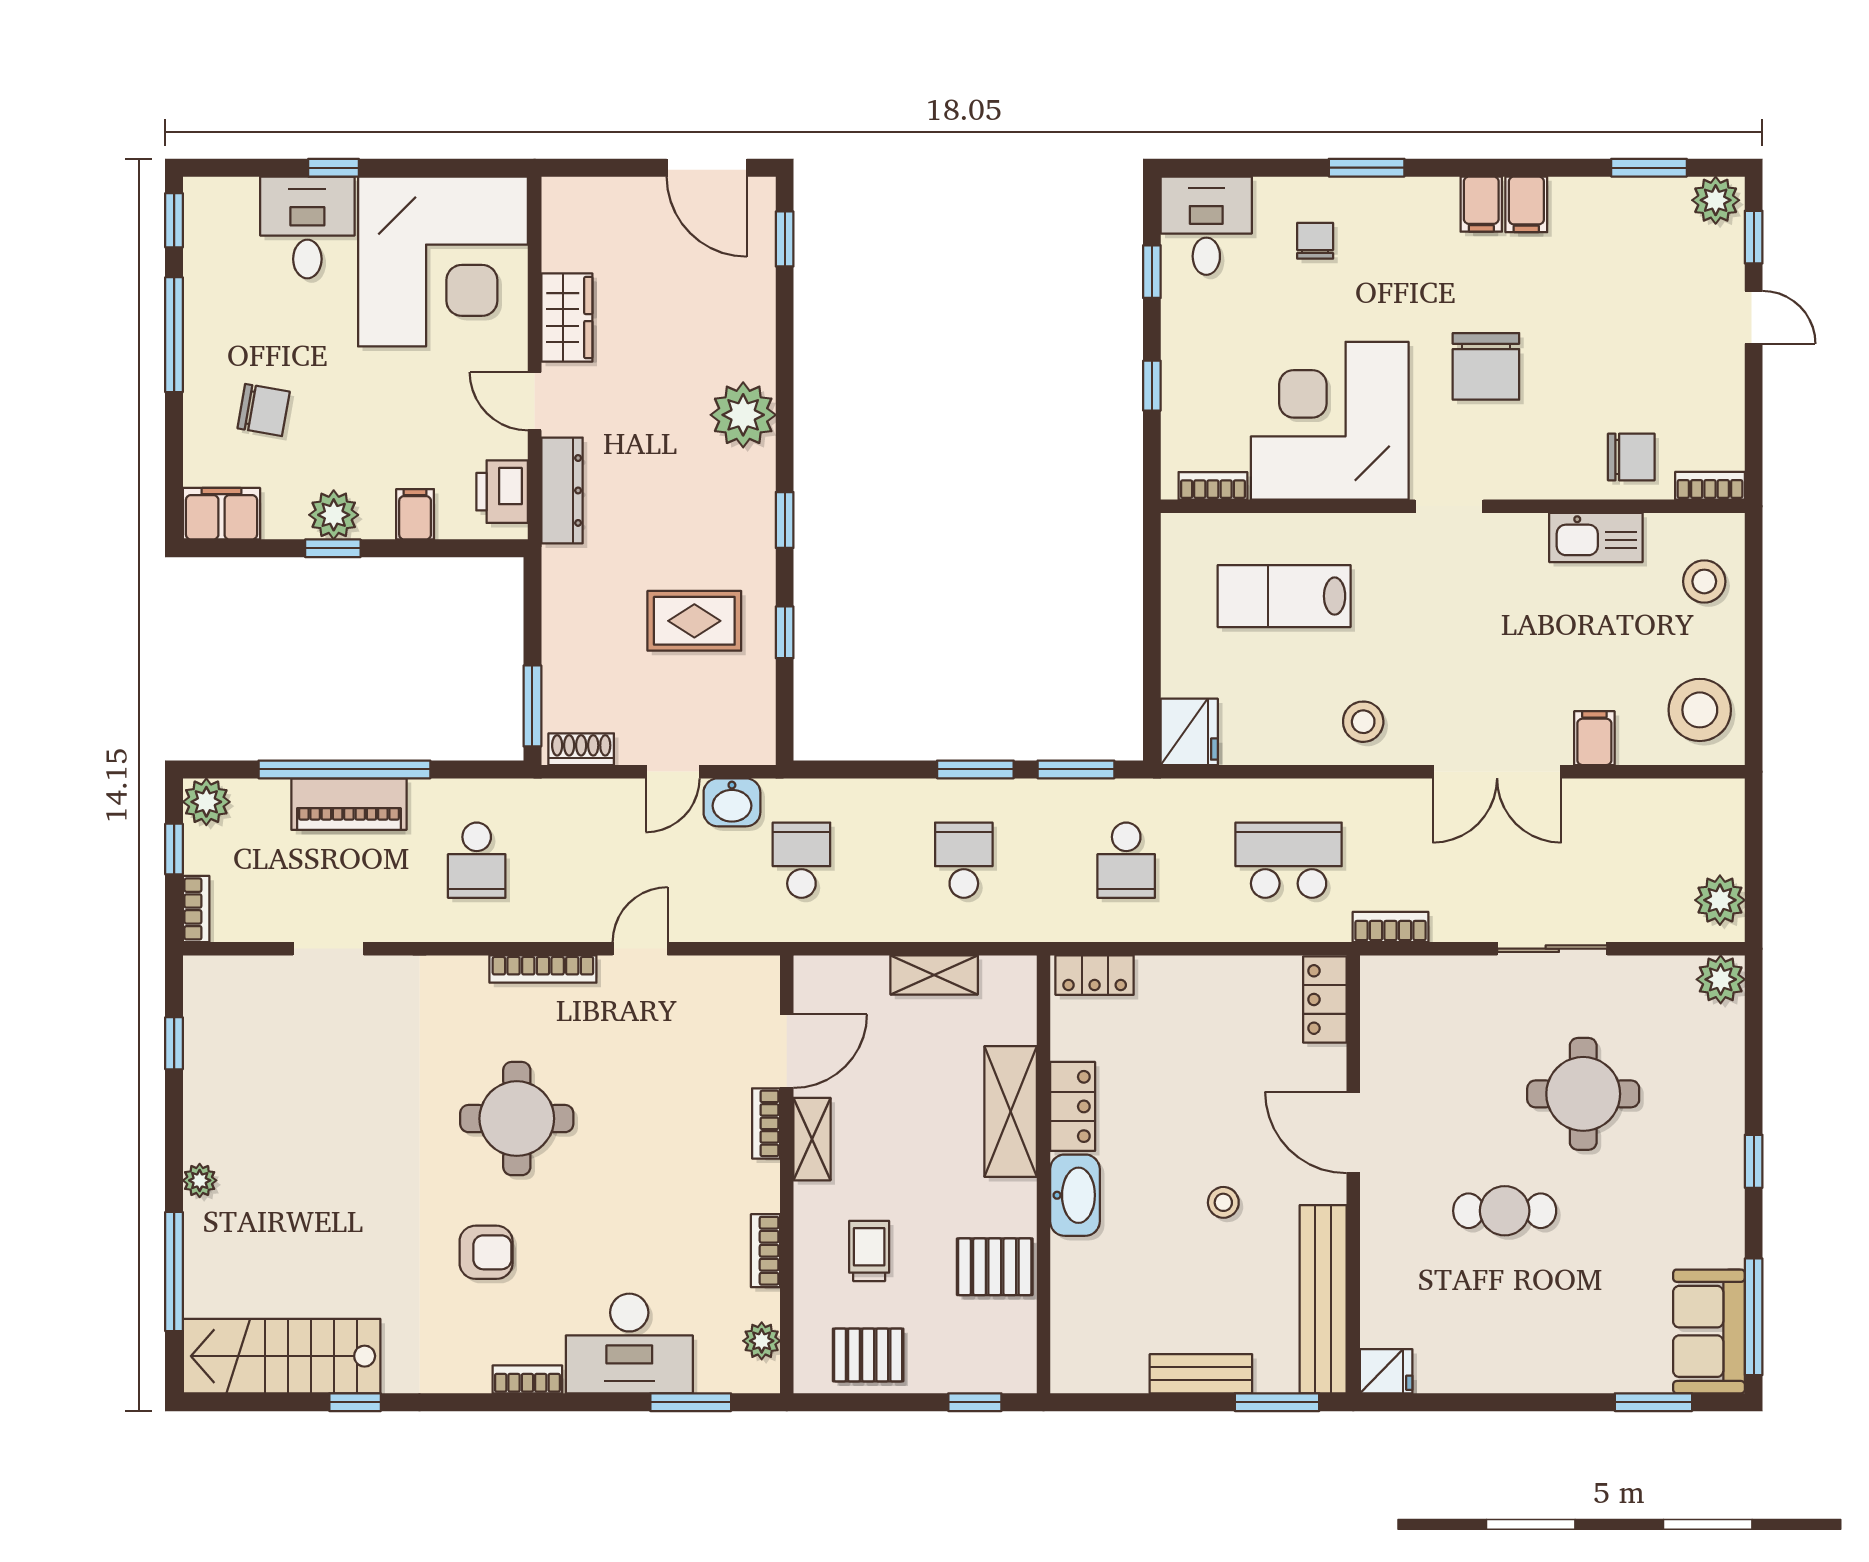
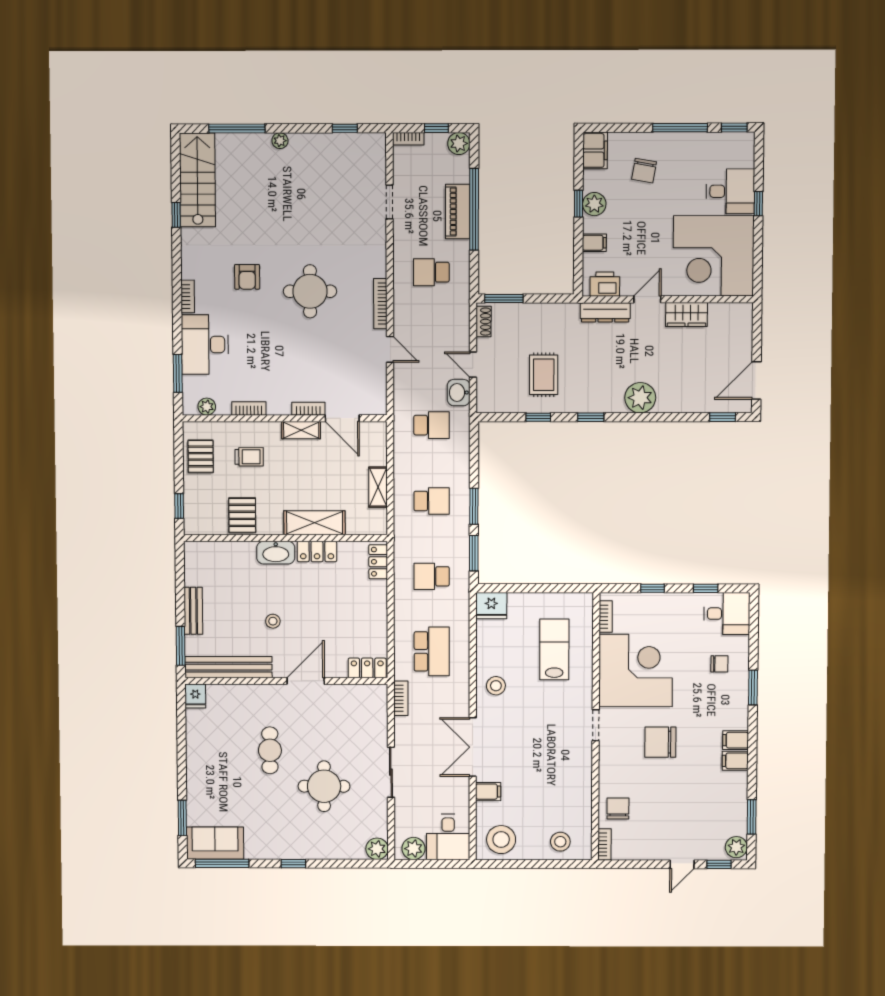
chair: (1631, 457) -> (618, 809), turned 180
kitchen sink: (1596, 537) -> (581, 792), removed
desk: (1694, 825) -> (448, 837), added

